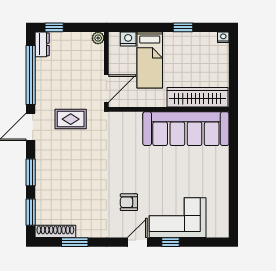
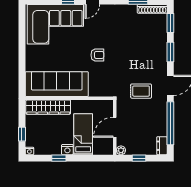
window: (54, 27) -> (139, 158), moved
nightstand: (128, 39) -> (67, 150), moved
window: (233, 60) -> (22, 134), added
door: (106, 88) -> (115, 127), moved
armchair: (129, 202) -> (97, 55), moved
corner sofa: (178, 218) -> (55, 24), width x1.36, depth x1.36

